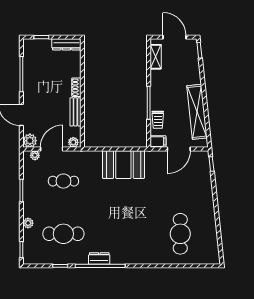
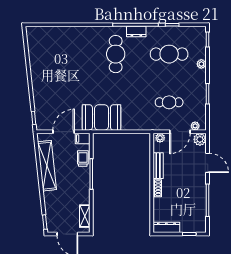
booth: (123, 165) -> (101, 117), moved
cafe table: (180, 234) -> (116, 54), moved

